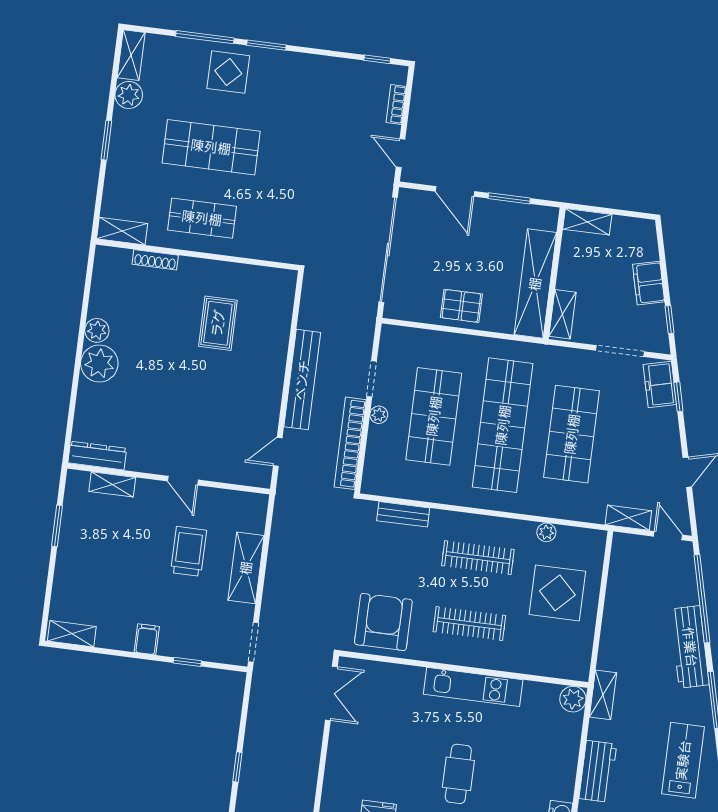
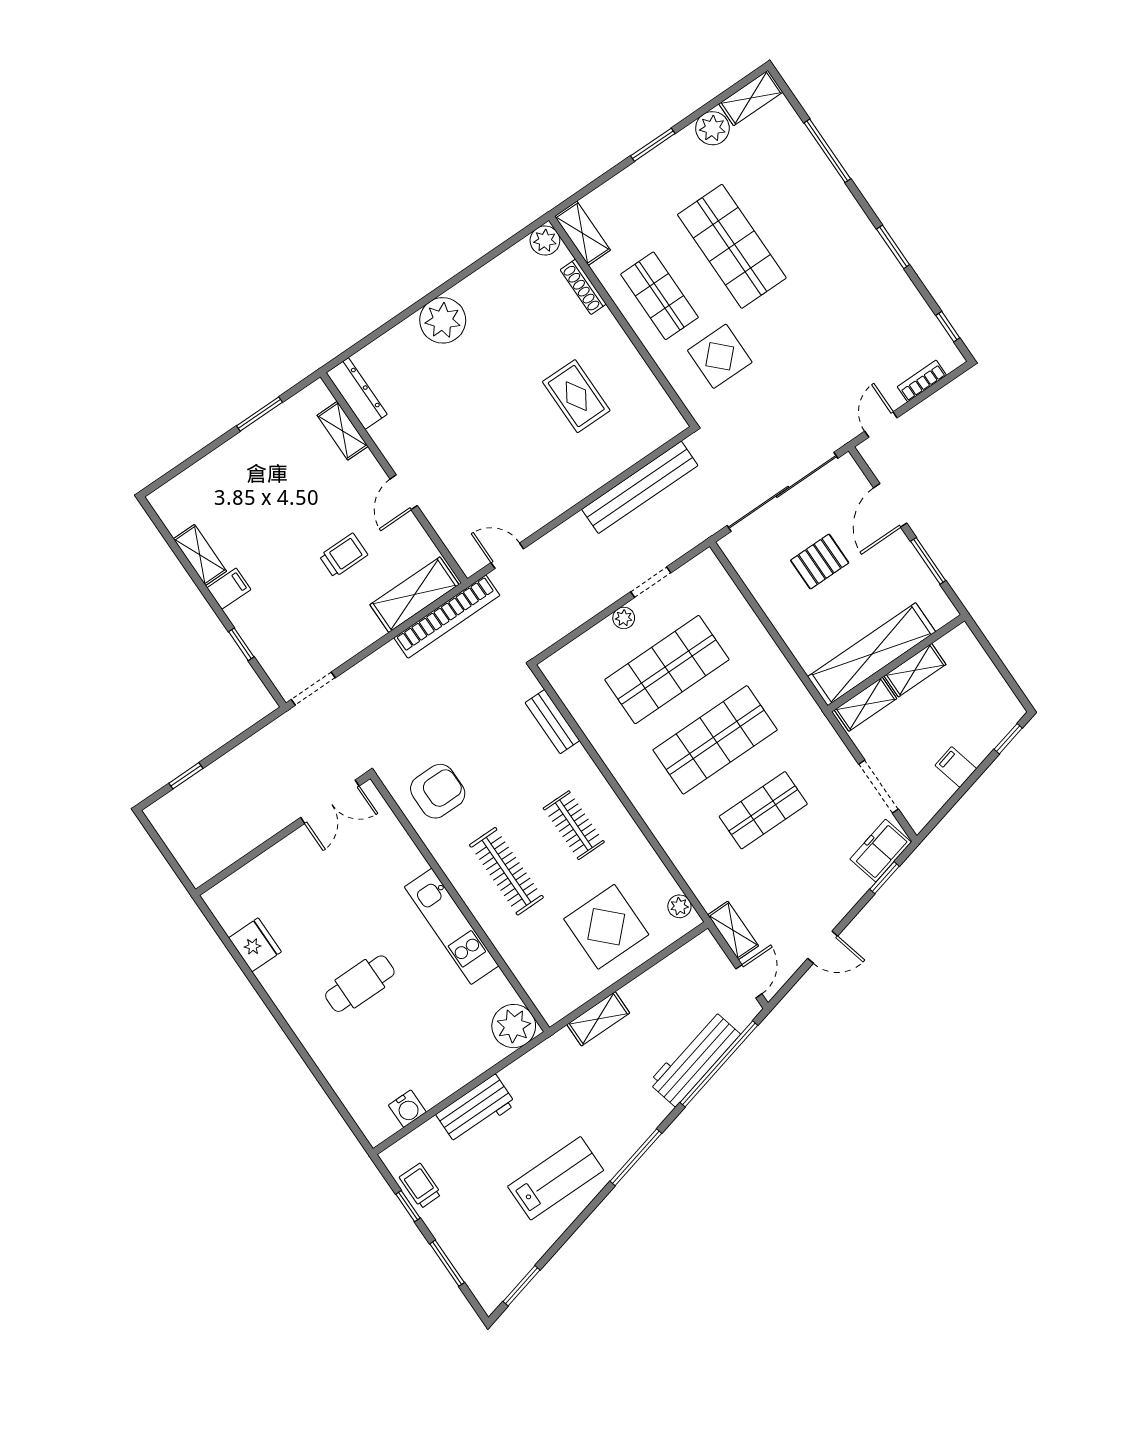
window: (266, 45) -> (893, 247), moved
display table: (228, 72) -> (720, 356), moved
shelving: (587, 222) -> (915, 670), moved, turned 90
filing cabinet: (649, 283) -> (956, 767), width x0.50
pallet: (461, 306) -> (820, 562), moved, turned 90
window: (669, 319) -> (1008, 739), moved
rug: (218, 323) -> (576, 396), turned 90
plant: (97, 330) -> (545, 241), moved
bench: (302, 380) -> (640, 487), moved
shop shelf: (503, 425) -> (715, 740), width x0.71
shop shelf: (572, 434) -> (763, 810), width x0.70, depth x0.74
bookcase: (350, 443) -> (447, 617), moved, turned 180
plant: (546, 532) -> (679, 906), moved
trolley: (189, 551) -> (343, 555), width x0.73, depth x0.72
clothes rail: (478, 558) -> (574, 825), width x0.73
shelving: (246, 568) -> (414, 595), moved
armchair: (383, 622) -> (438, 791), width x0.73, depth x0.73
shelving: (72, 634) -> (200, 555), moved
workbench: (690, 647) -> (694, 1058), moved
shelving: (603, 695) -> (598, 1019), moved
plant: (573, 699) -> (514, 1026), width x1.36, depth x1.36

